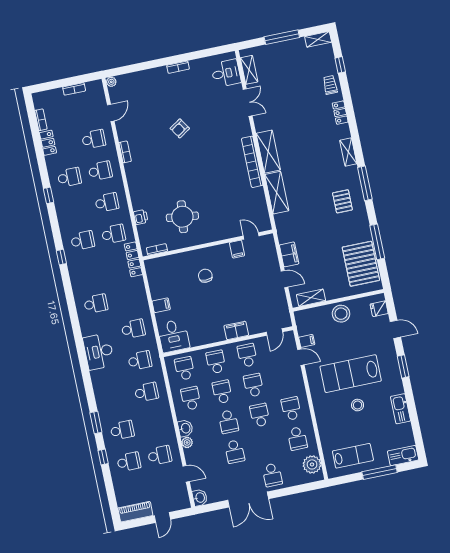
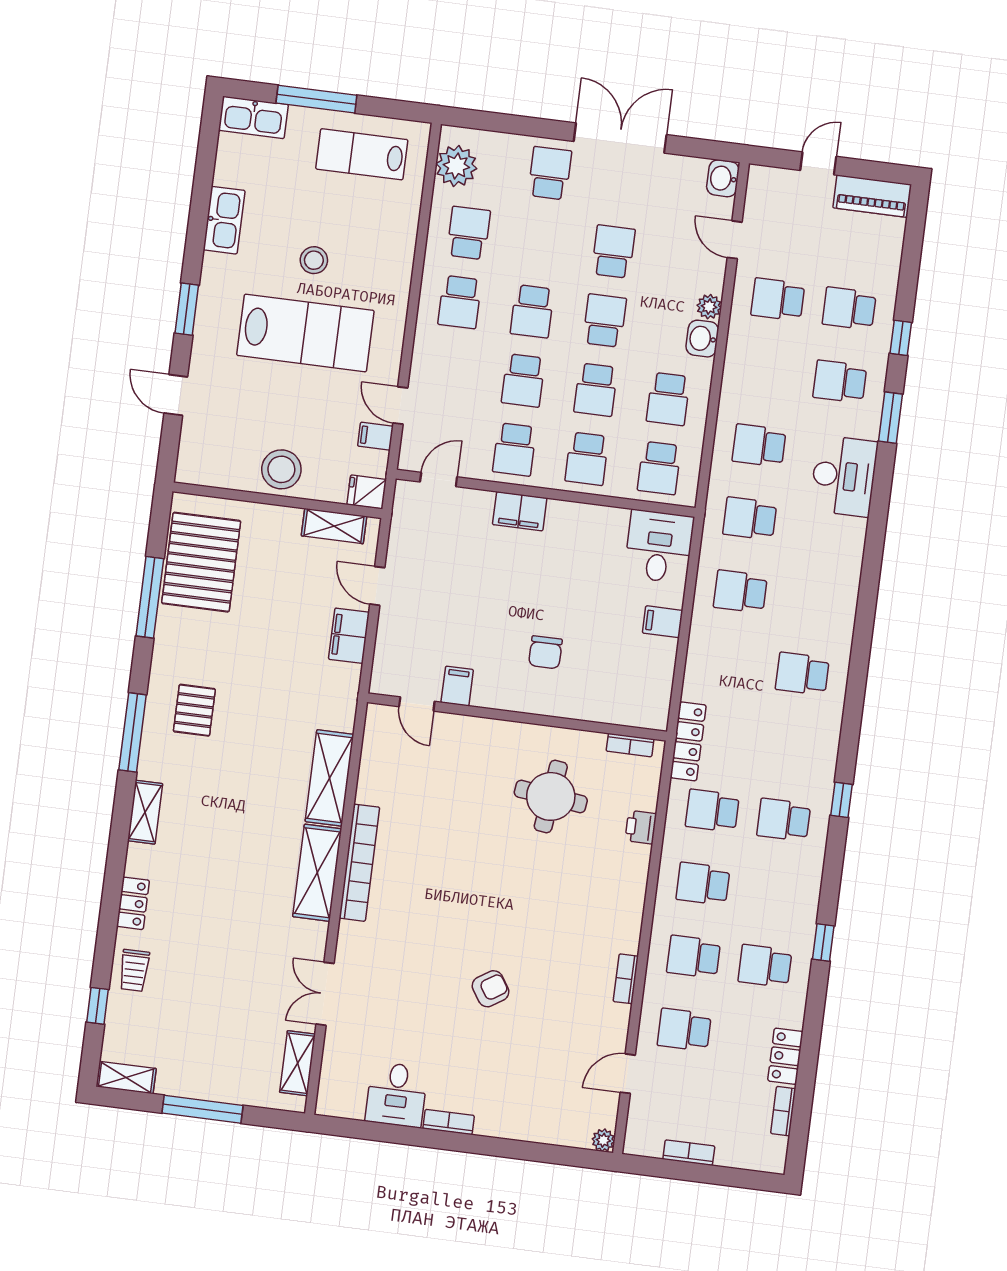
desk: (226, 73) -> (396, 1095), moved, turned -90
fridge: (379, 309) -> (367, 492), moved, turned 180
desk: (99, 352) -> (844, 476), moved

